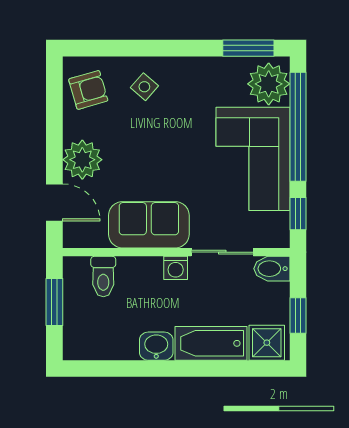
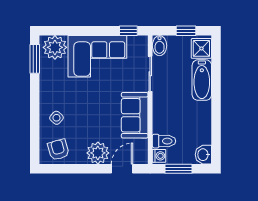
window: (298, 127) -> (79, 31), removed
washing machine: (176, 268) -> (159, 156), moved
washbasin: (156, 346) -> (203, 155), moved

